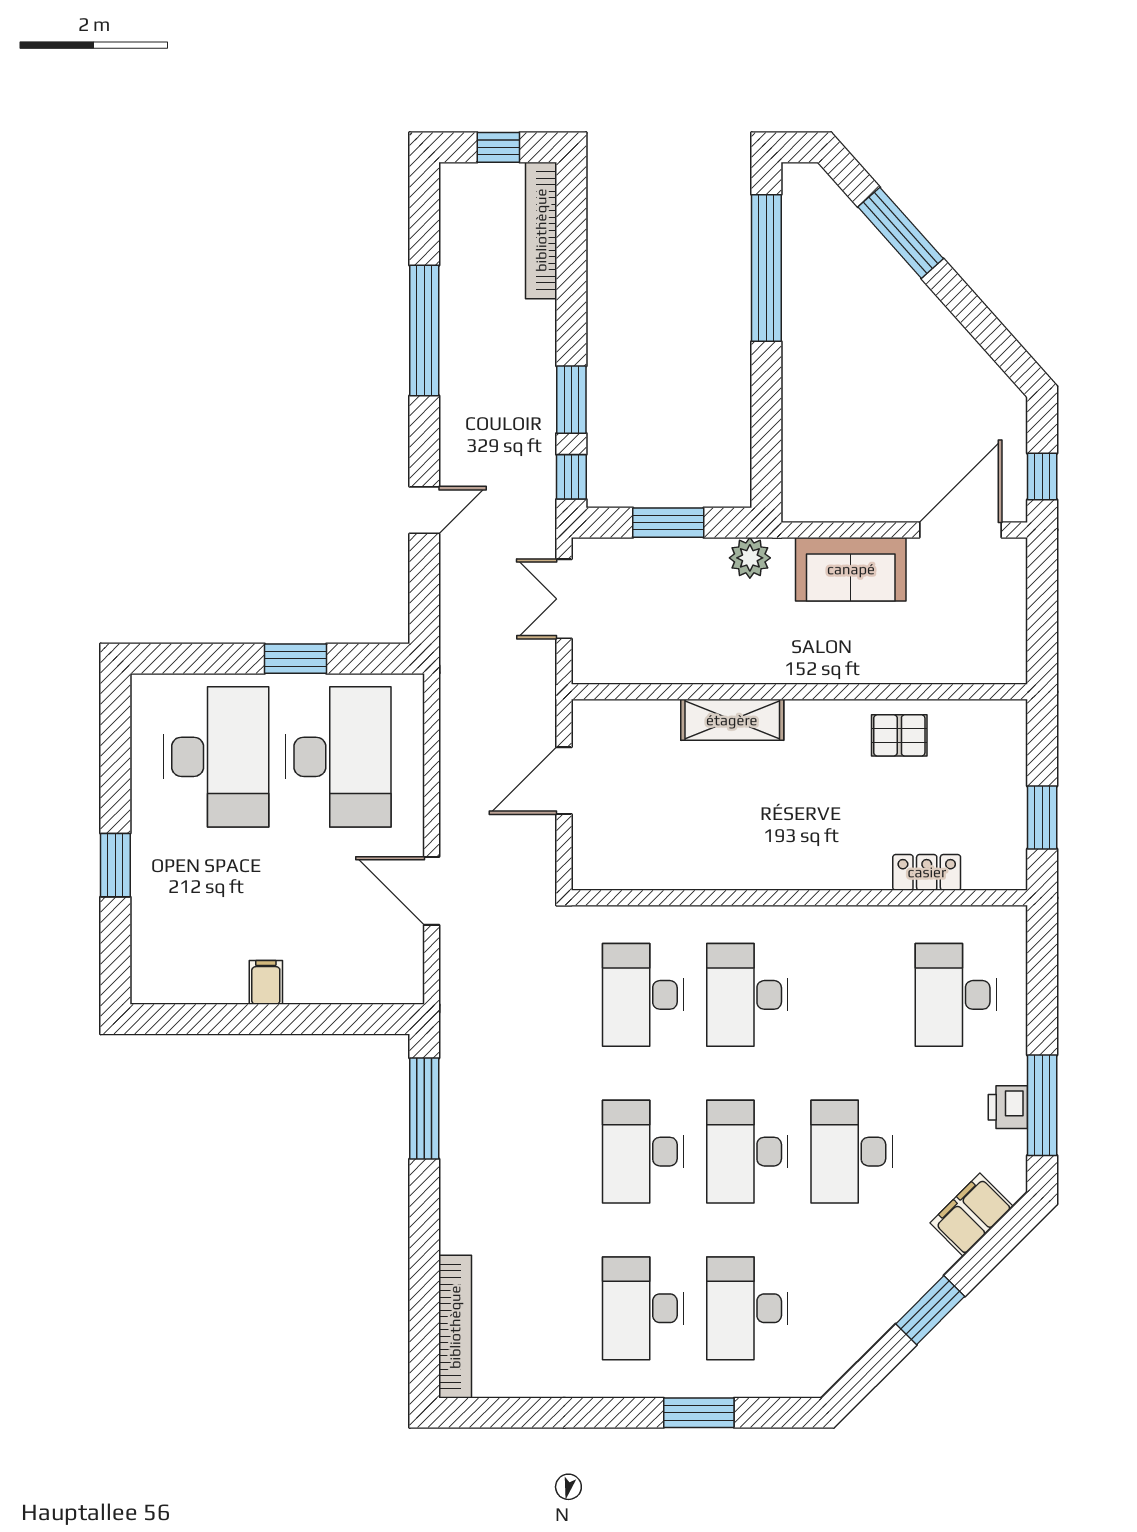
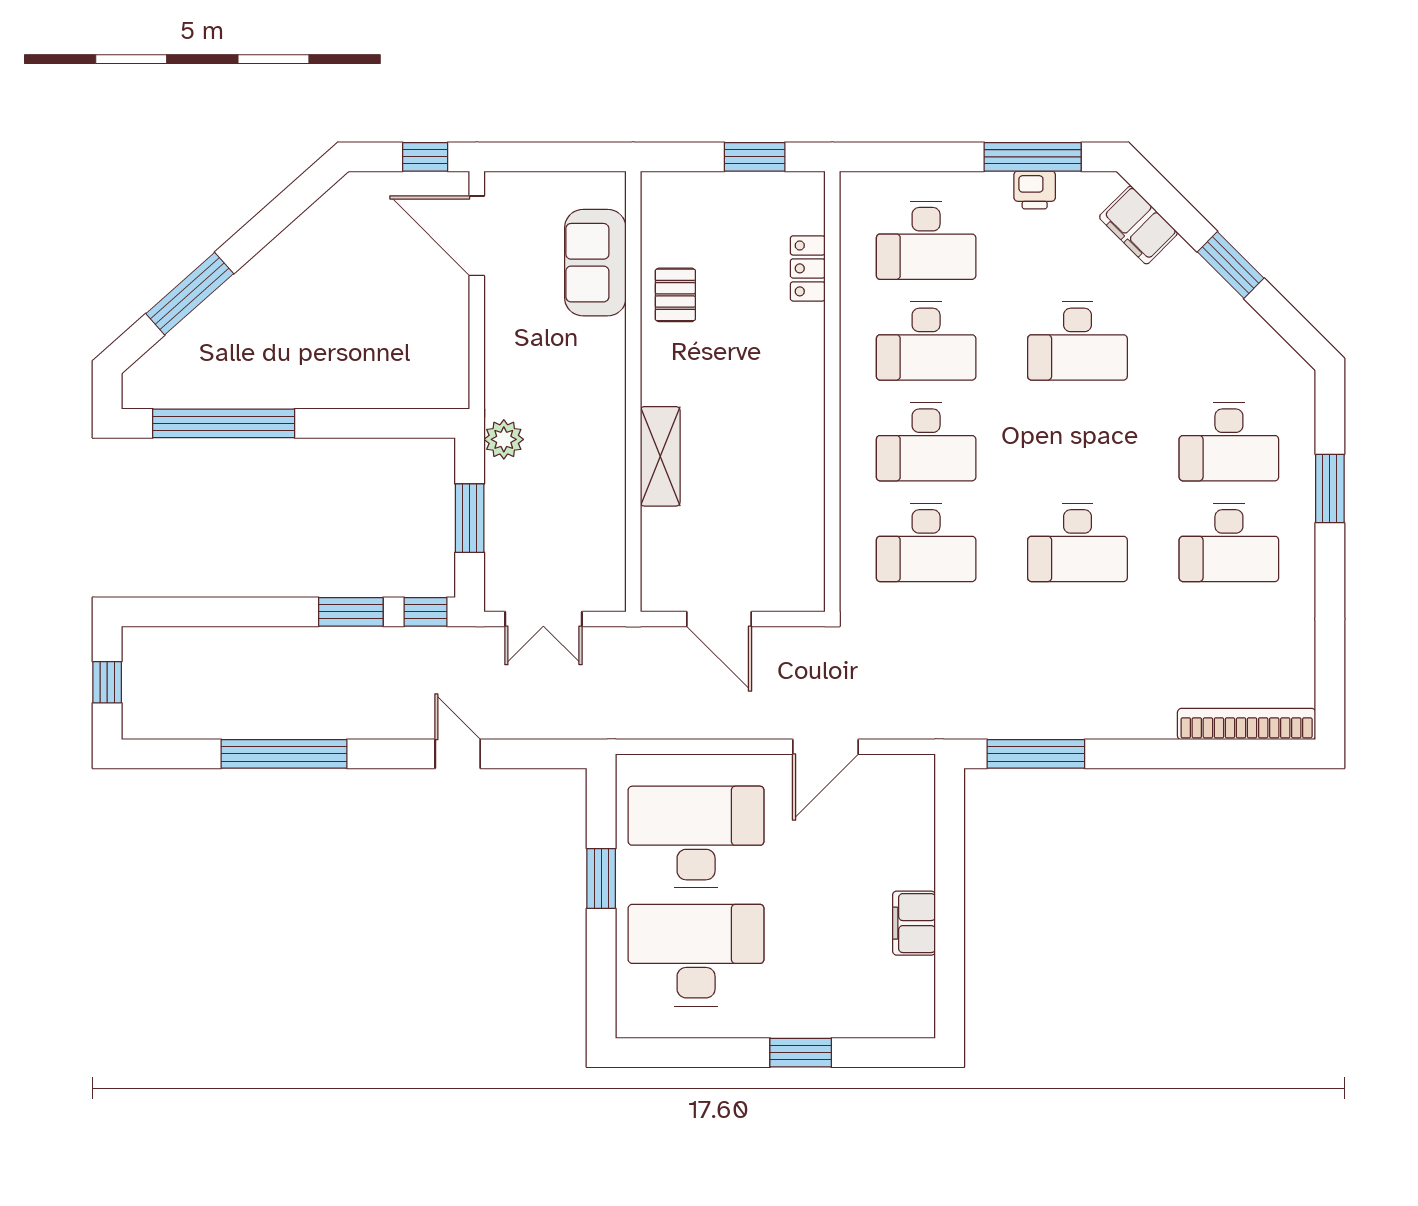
bookcase: (541, 230) -> (187, 641), removed
sofa: (851, 569) -> (595, 263), moved, turned 180
filing cabinet: (266, 982) -> (914, 923), width x2.00
desk: (747, 1152) -> (926, 341), moved

